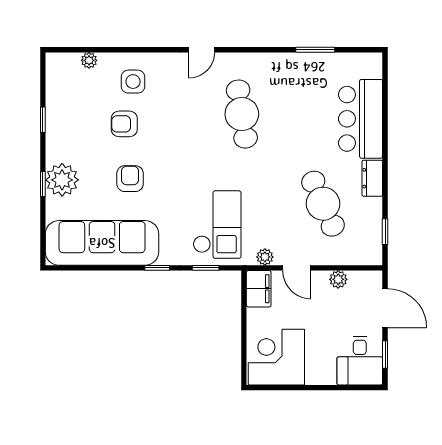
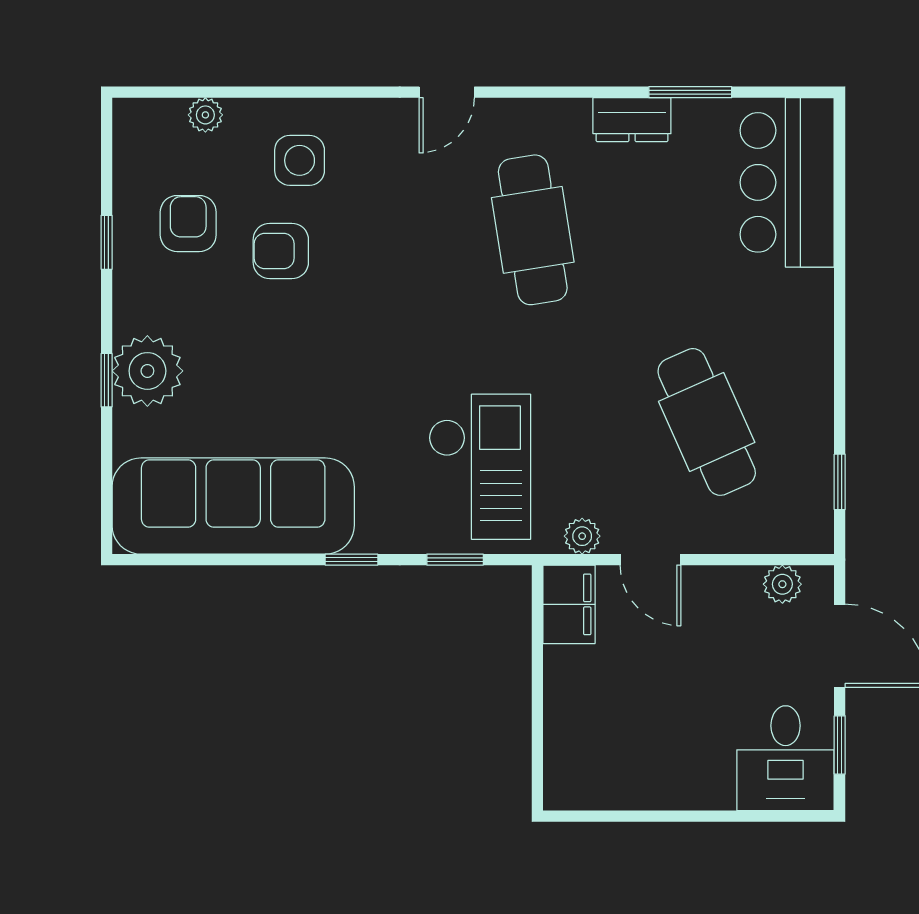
bar counter: (361, 119) -> (787, 182), moved
dresser: (372, 178) -> (632, 120), moved, turned -90
armchair: (130, 179) -> (188, 224), moved
plant: (338, 279) -> (782, 584), moved
corner desk: (276, 357) -> (607, 751), removed

